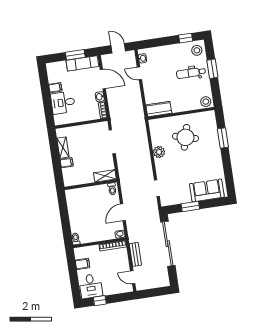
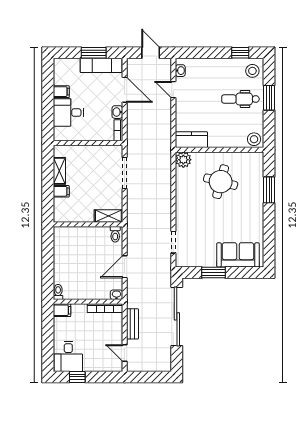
plant: (159, 152) -> (183, 160), moved
filing cabinet: (83, 264) -> (62, 310), moved

